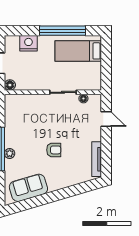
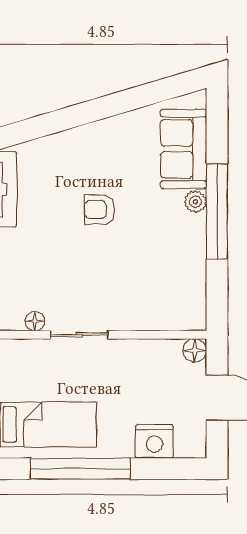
sofa: (28, 188) -> (184, 149), moved, turned 107

